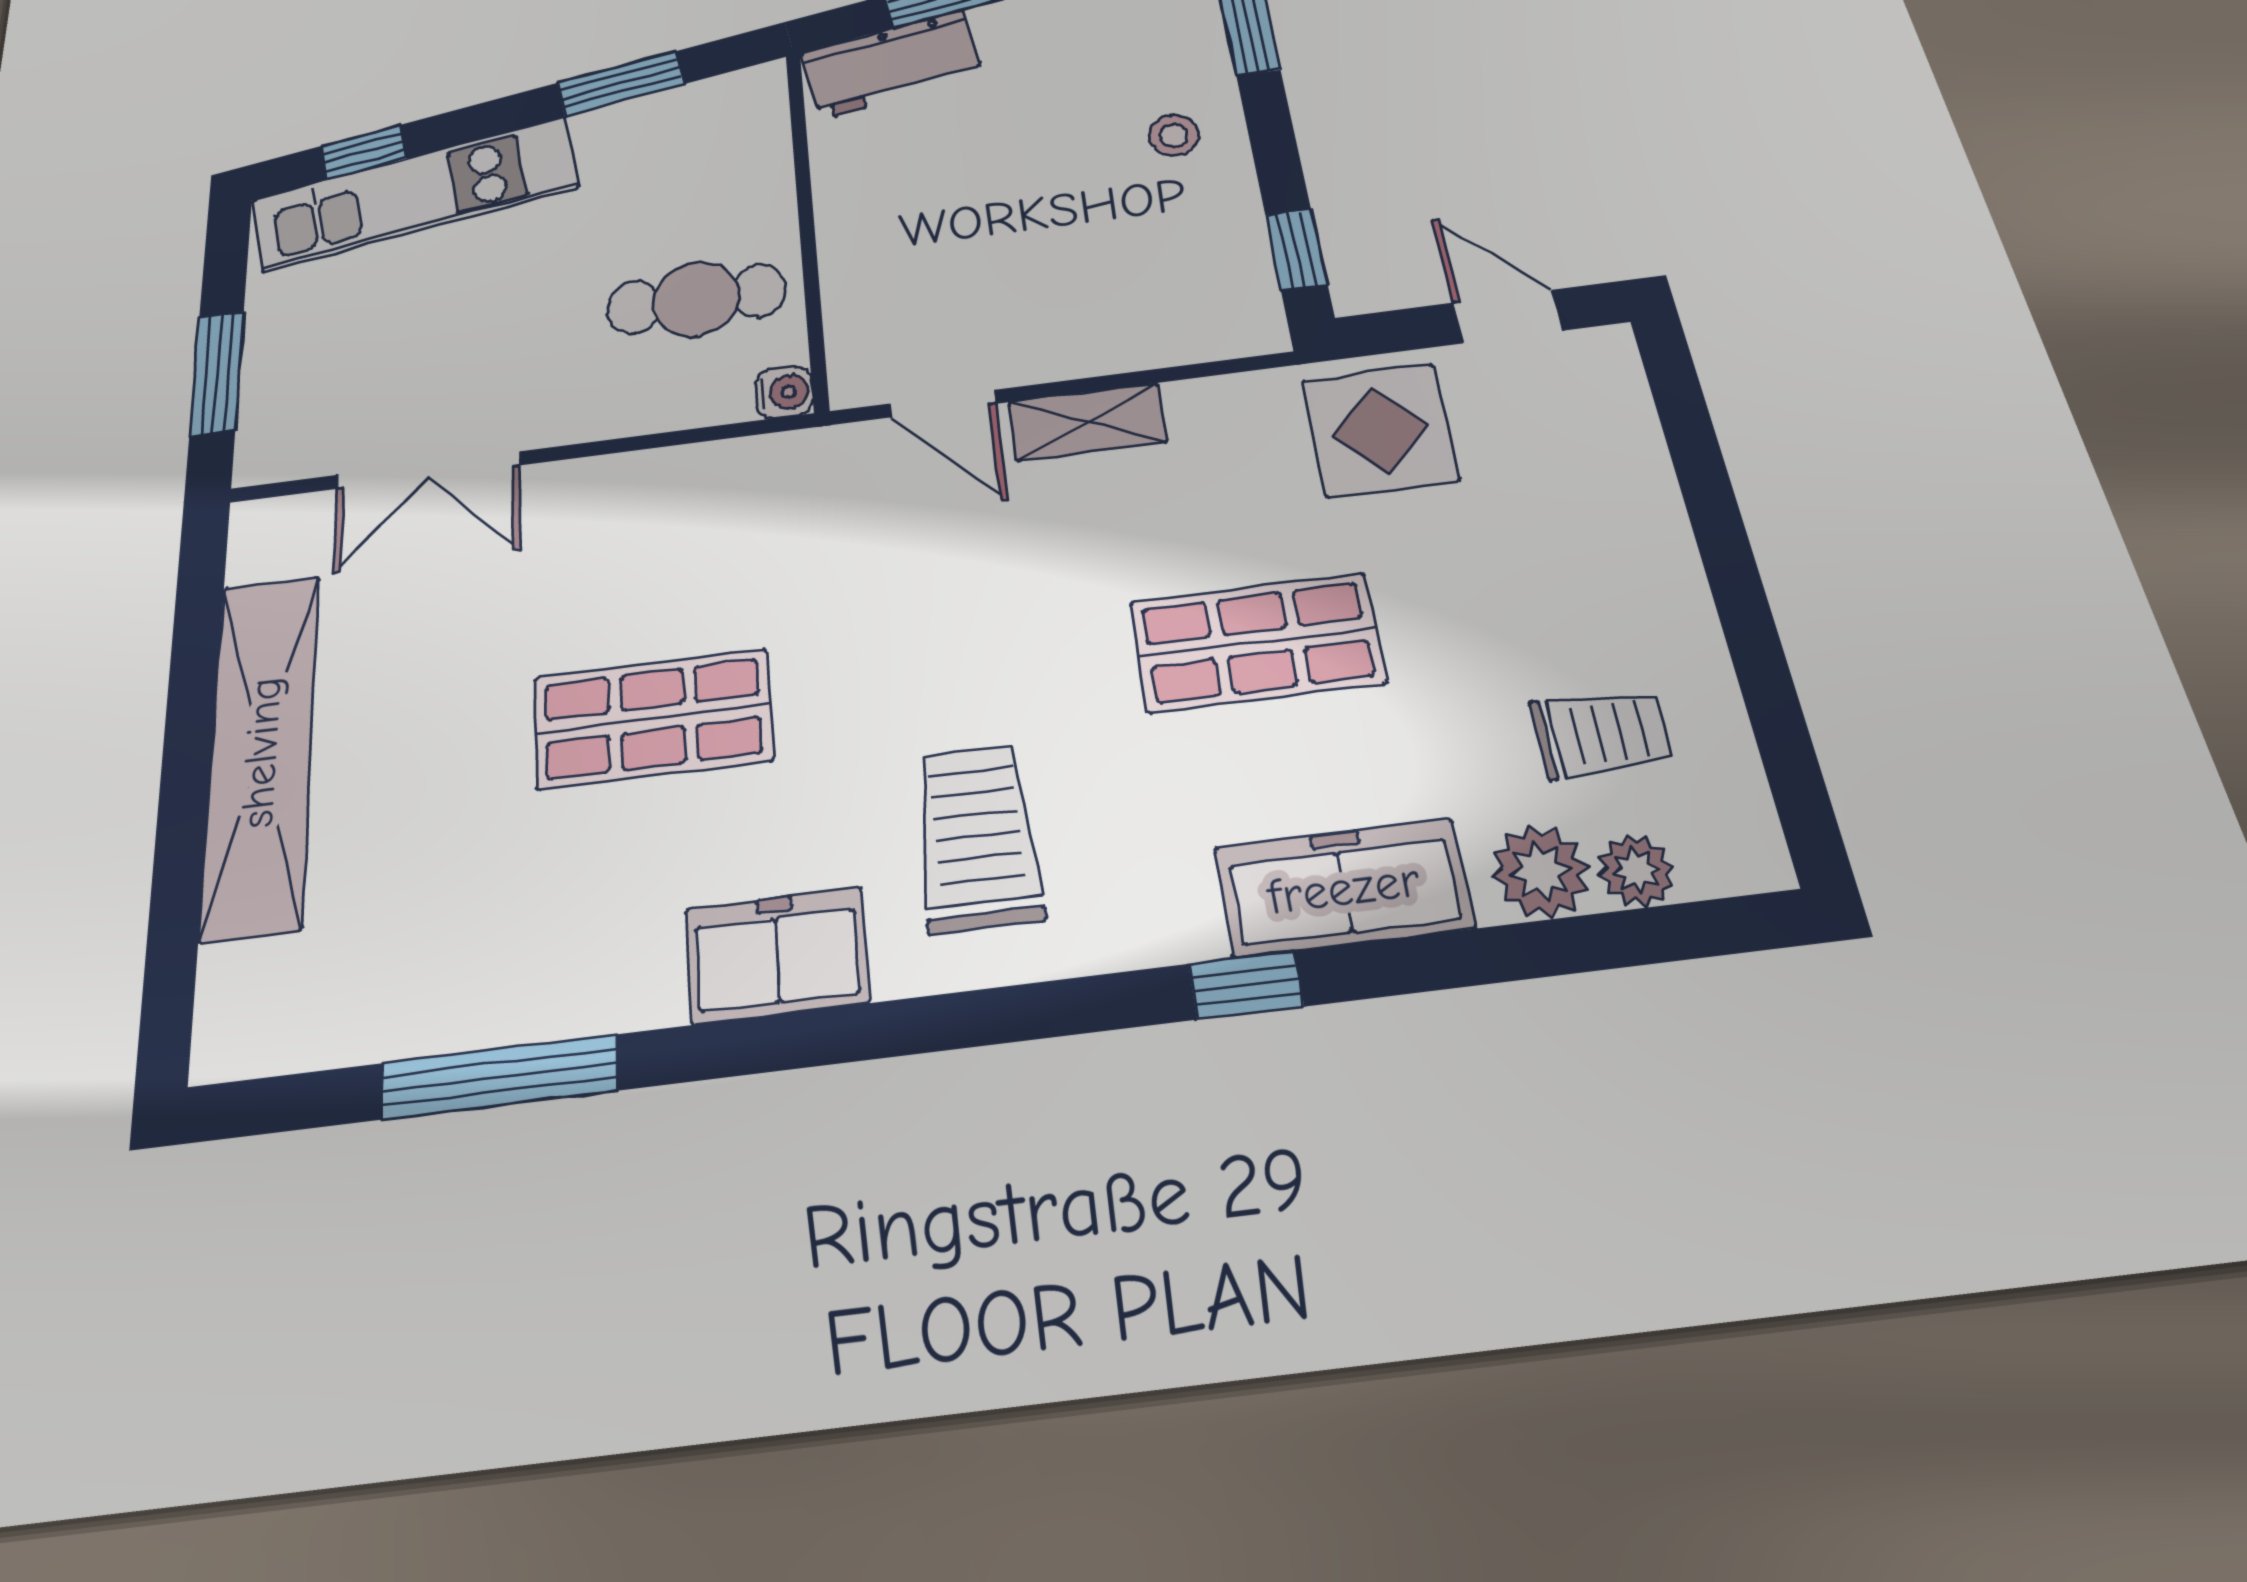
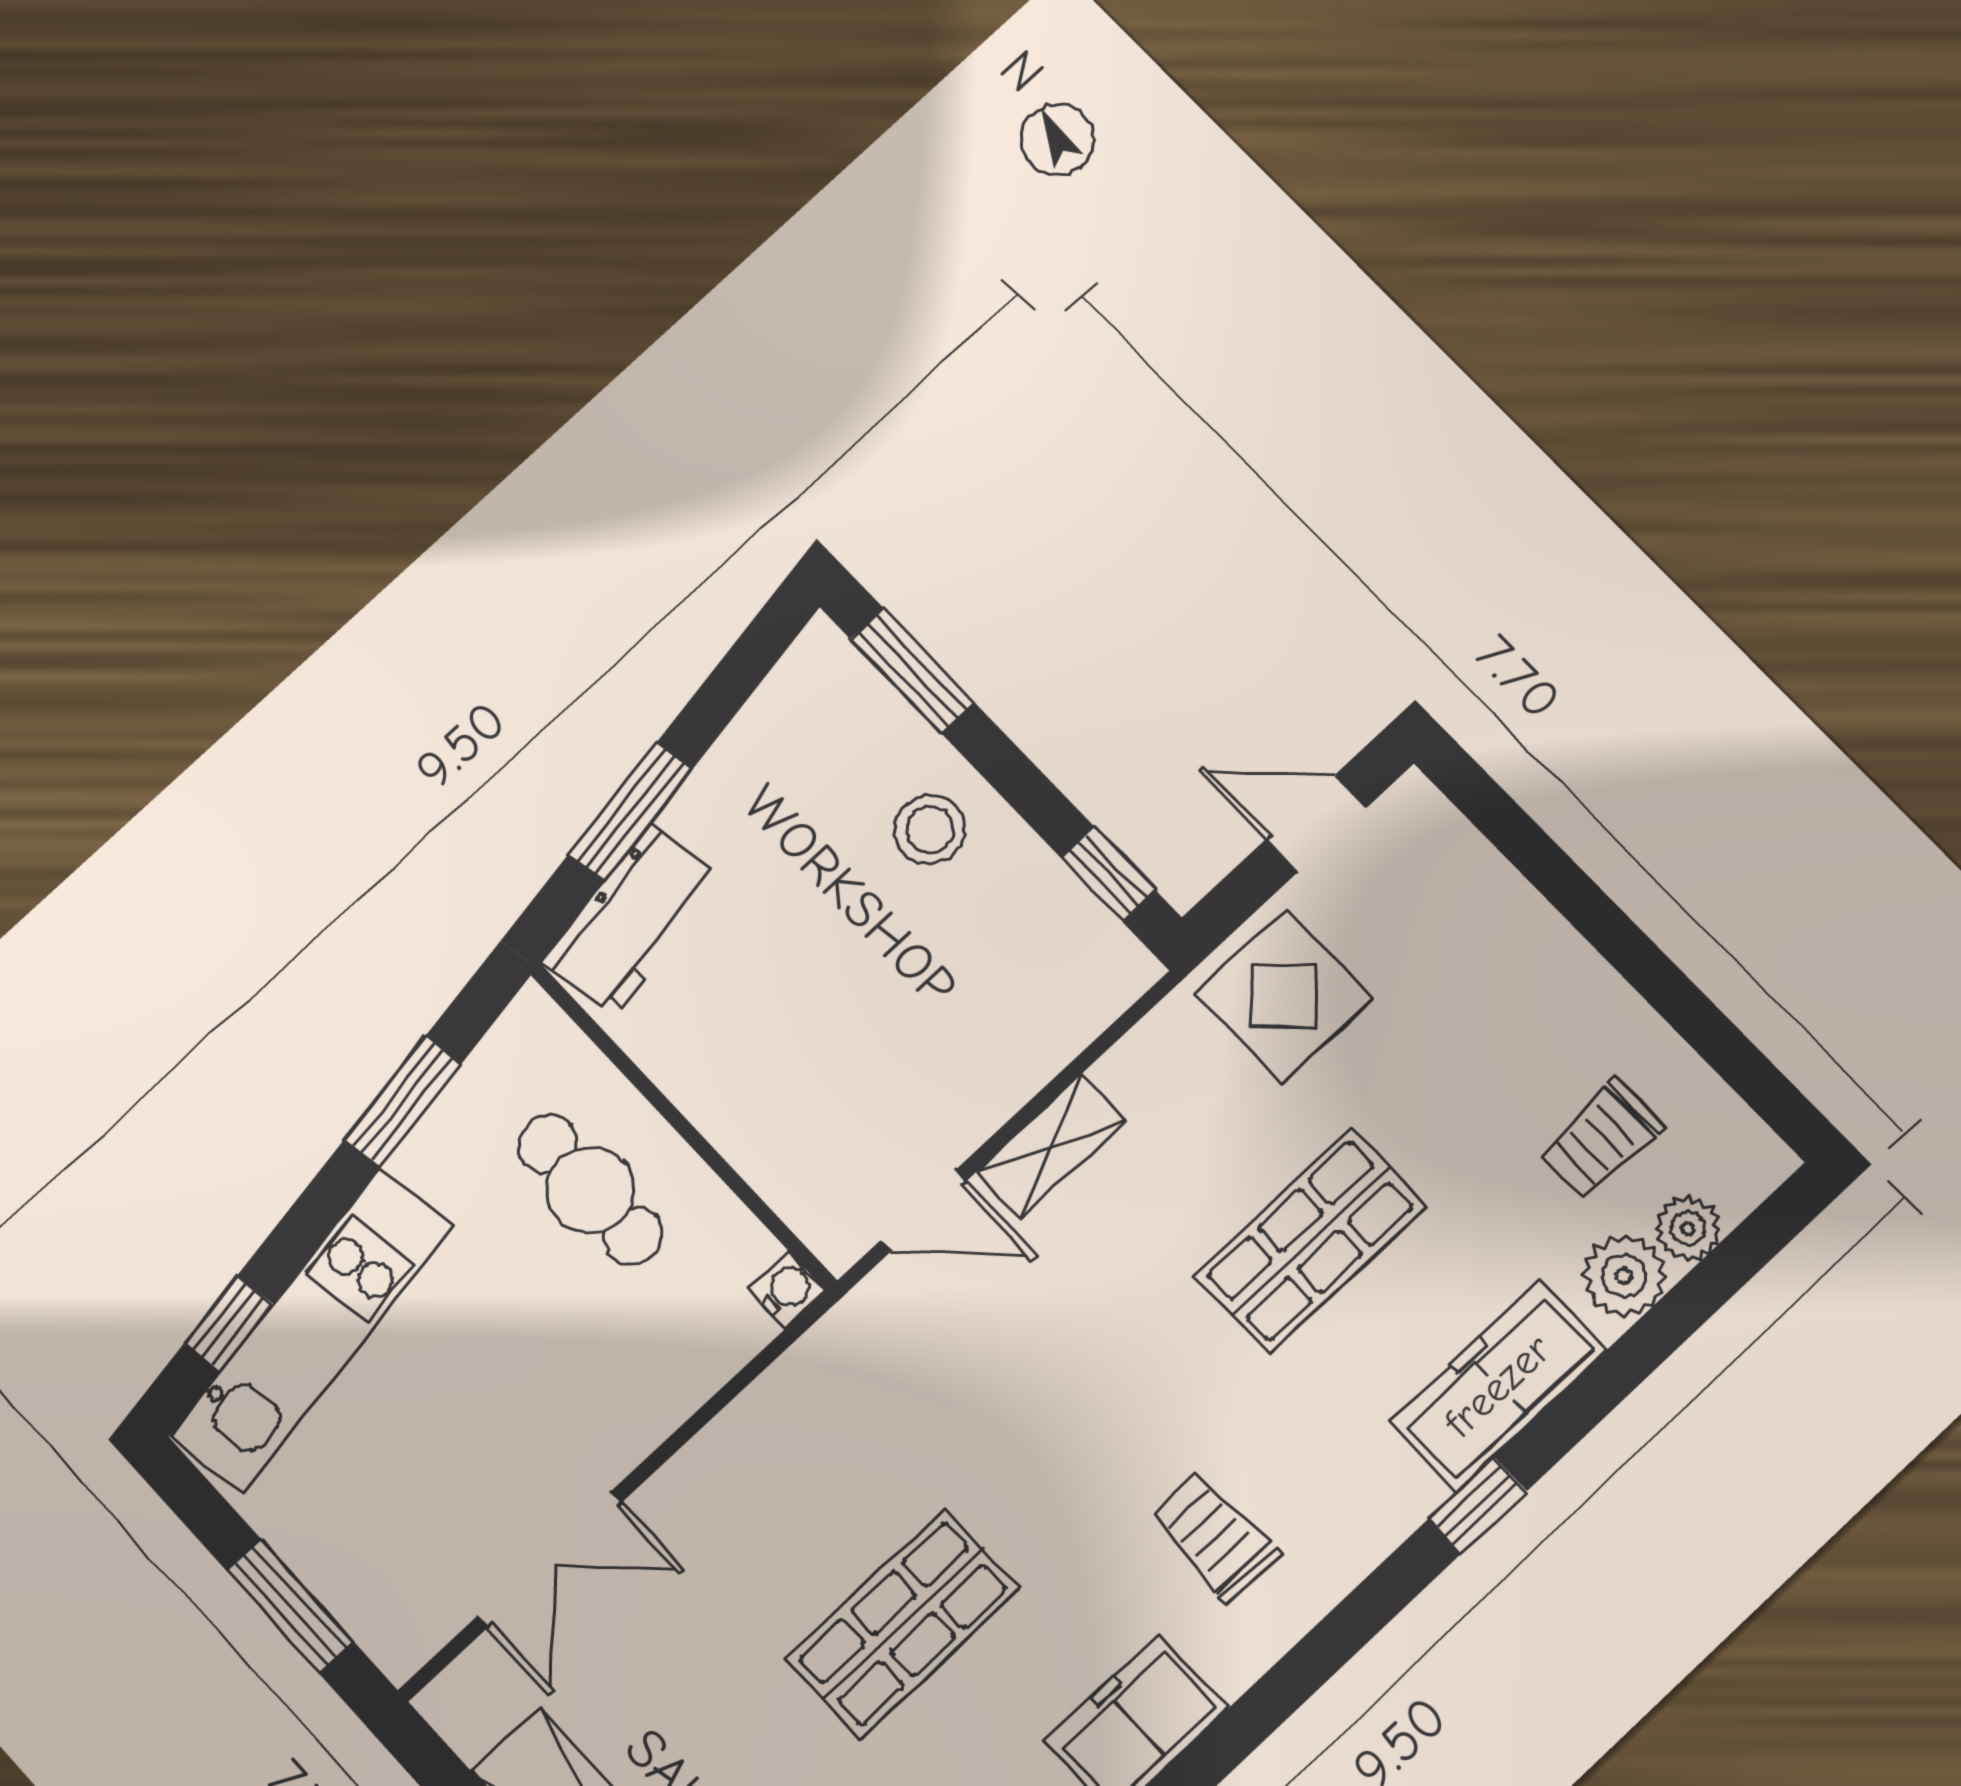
stool: (1174, 135) -> (930, 829), width x1.37, depth x1.37
cafe table: (696, 299) -> (590, 1190), moved, turned 90
trolley: (1601, 733) -> (1602, 1139), turned 180
trolley: (978, 837) -> (1214, 1537), width x0.73, depth x0.72

